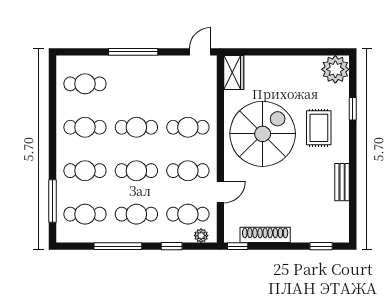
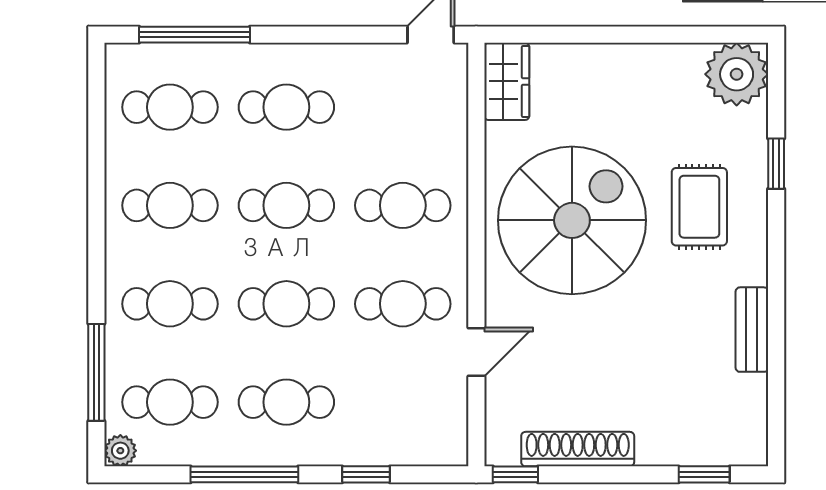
window: (133, 52) -> (194, 35), moved
cafe table: (188, 214) -> (286, 107), moved
plant: (201, 236) -> (120, 451), moved

